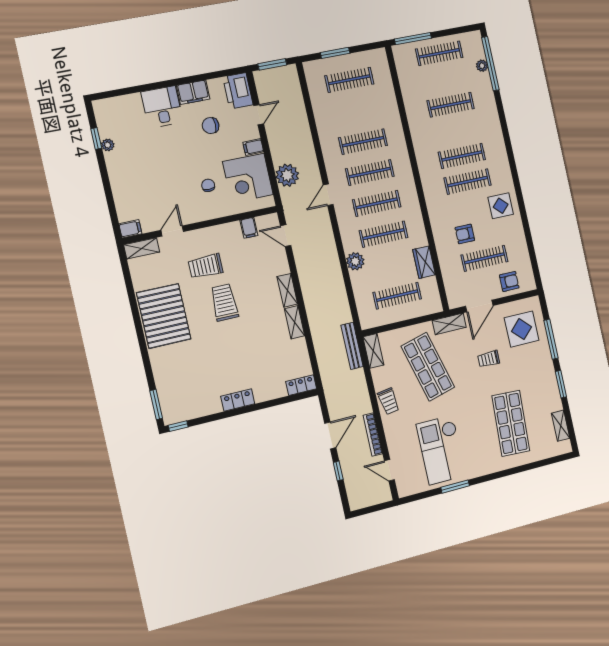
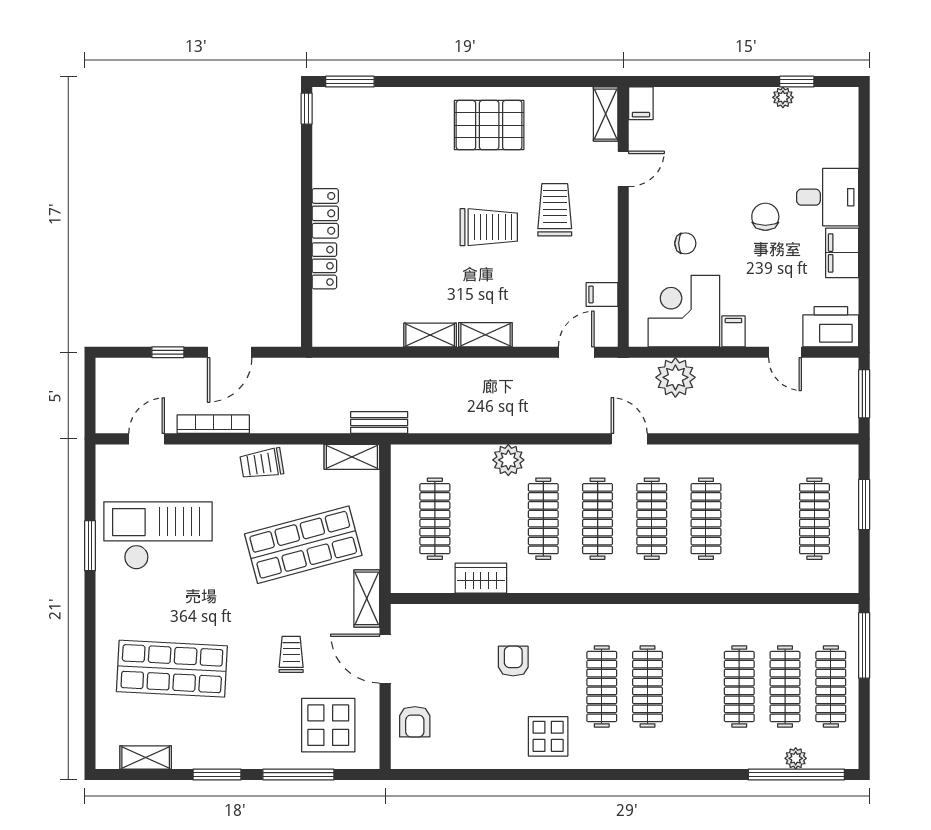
chair: (211, 126) -> (765, 217), moved
door: (172, 231) -> (623, 169), hinge flipped
clothes rail: (484, 258) -> (785, 687), moved
pallet: (164, 316) -> (489, 125), width x0.73, depth x0.71
bench: (352, 346) -> (379, 423), width x0.73
locker: (301, 385) -> (324, 266), moved
door: (330, 435) -> (230, 352), hinge flipped

